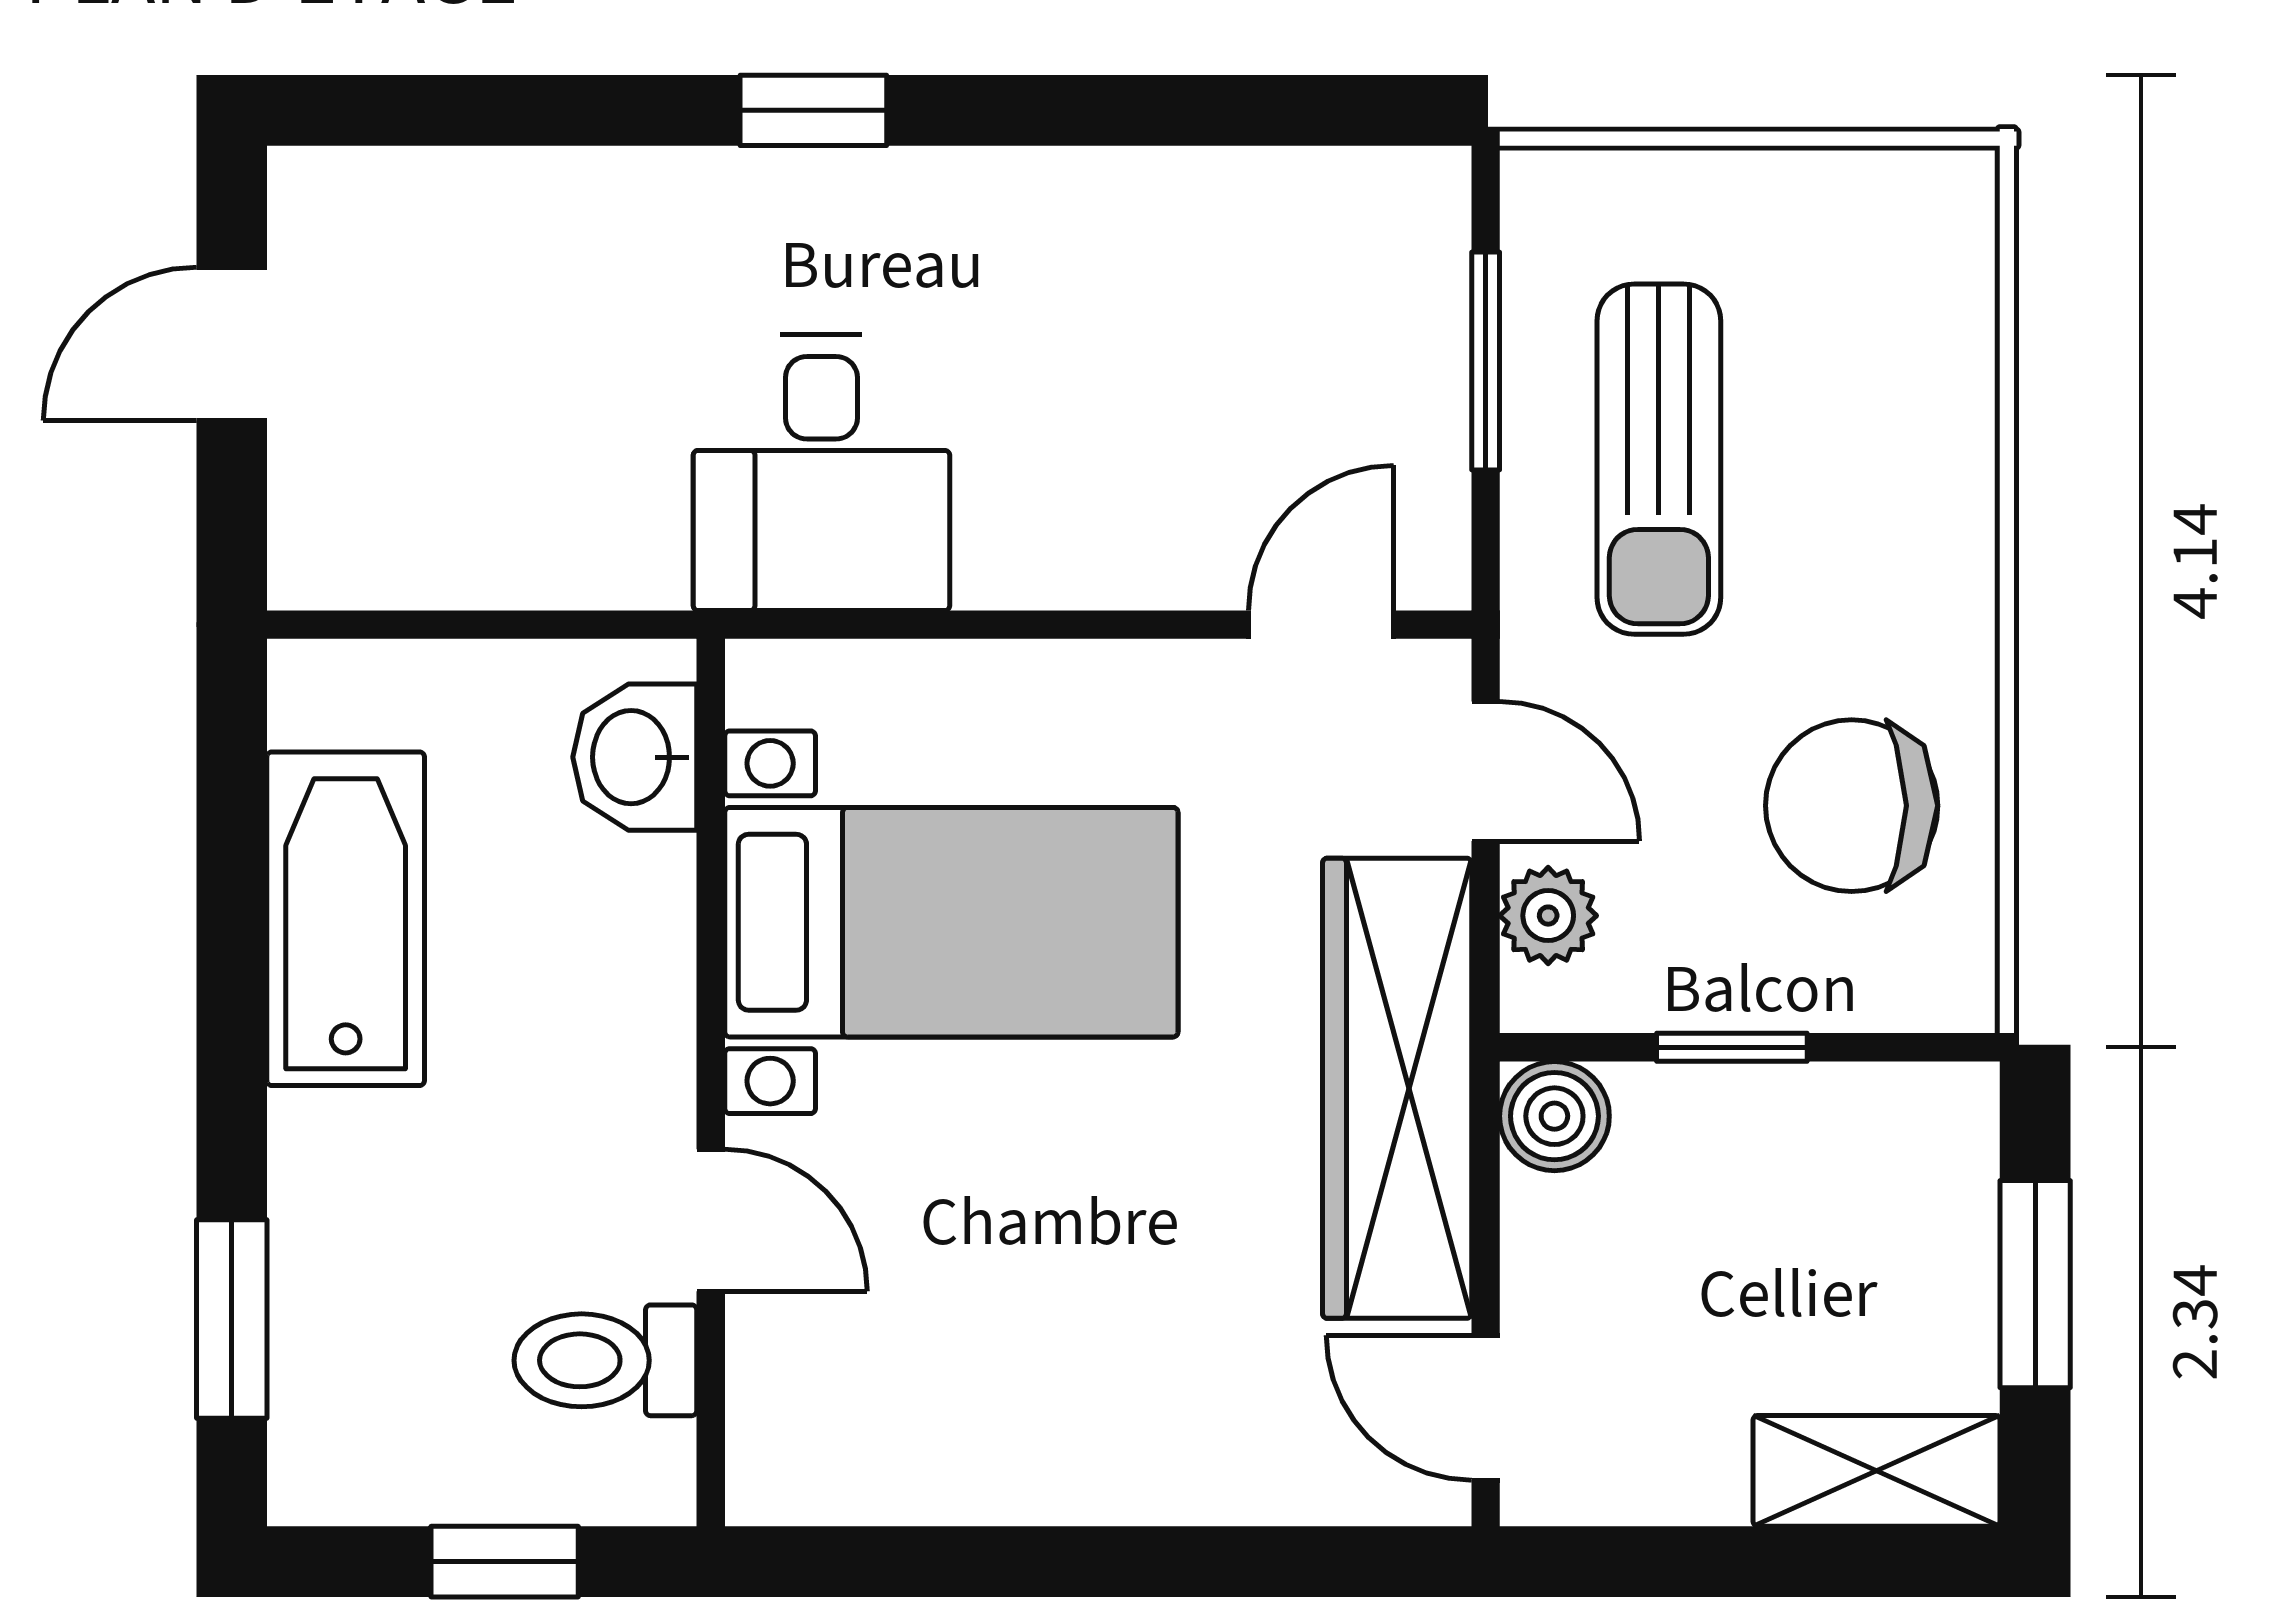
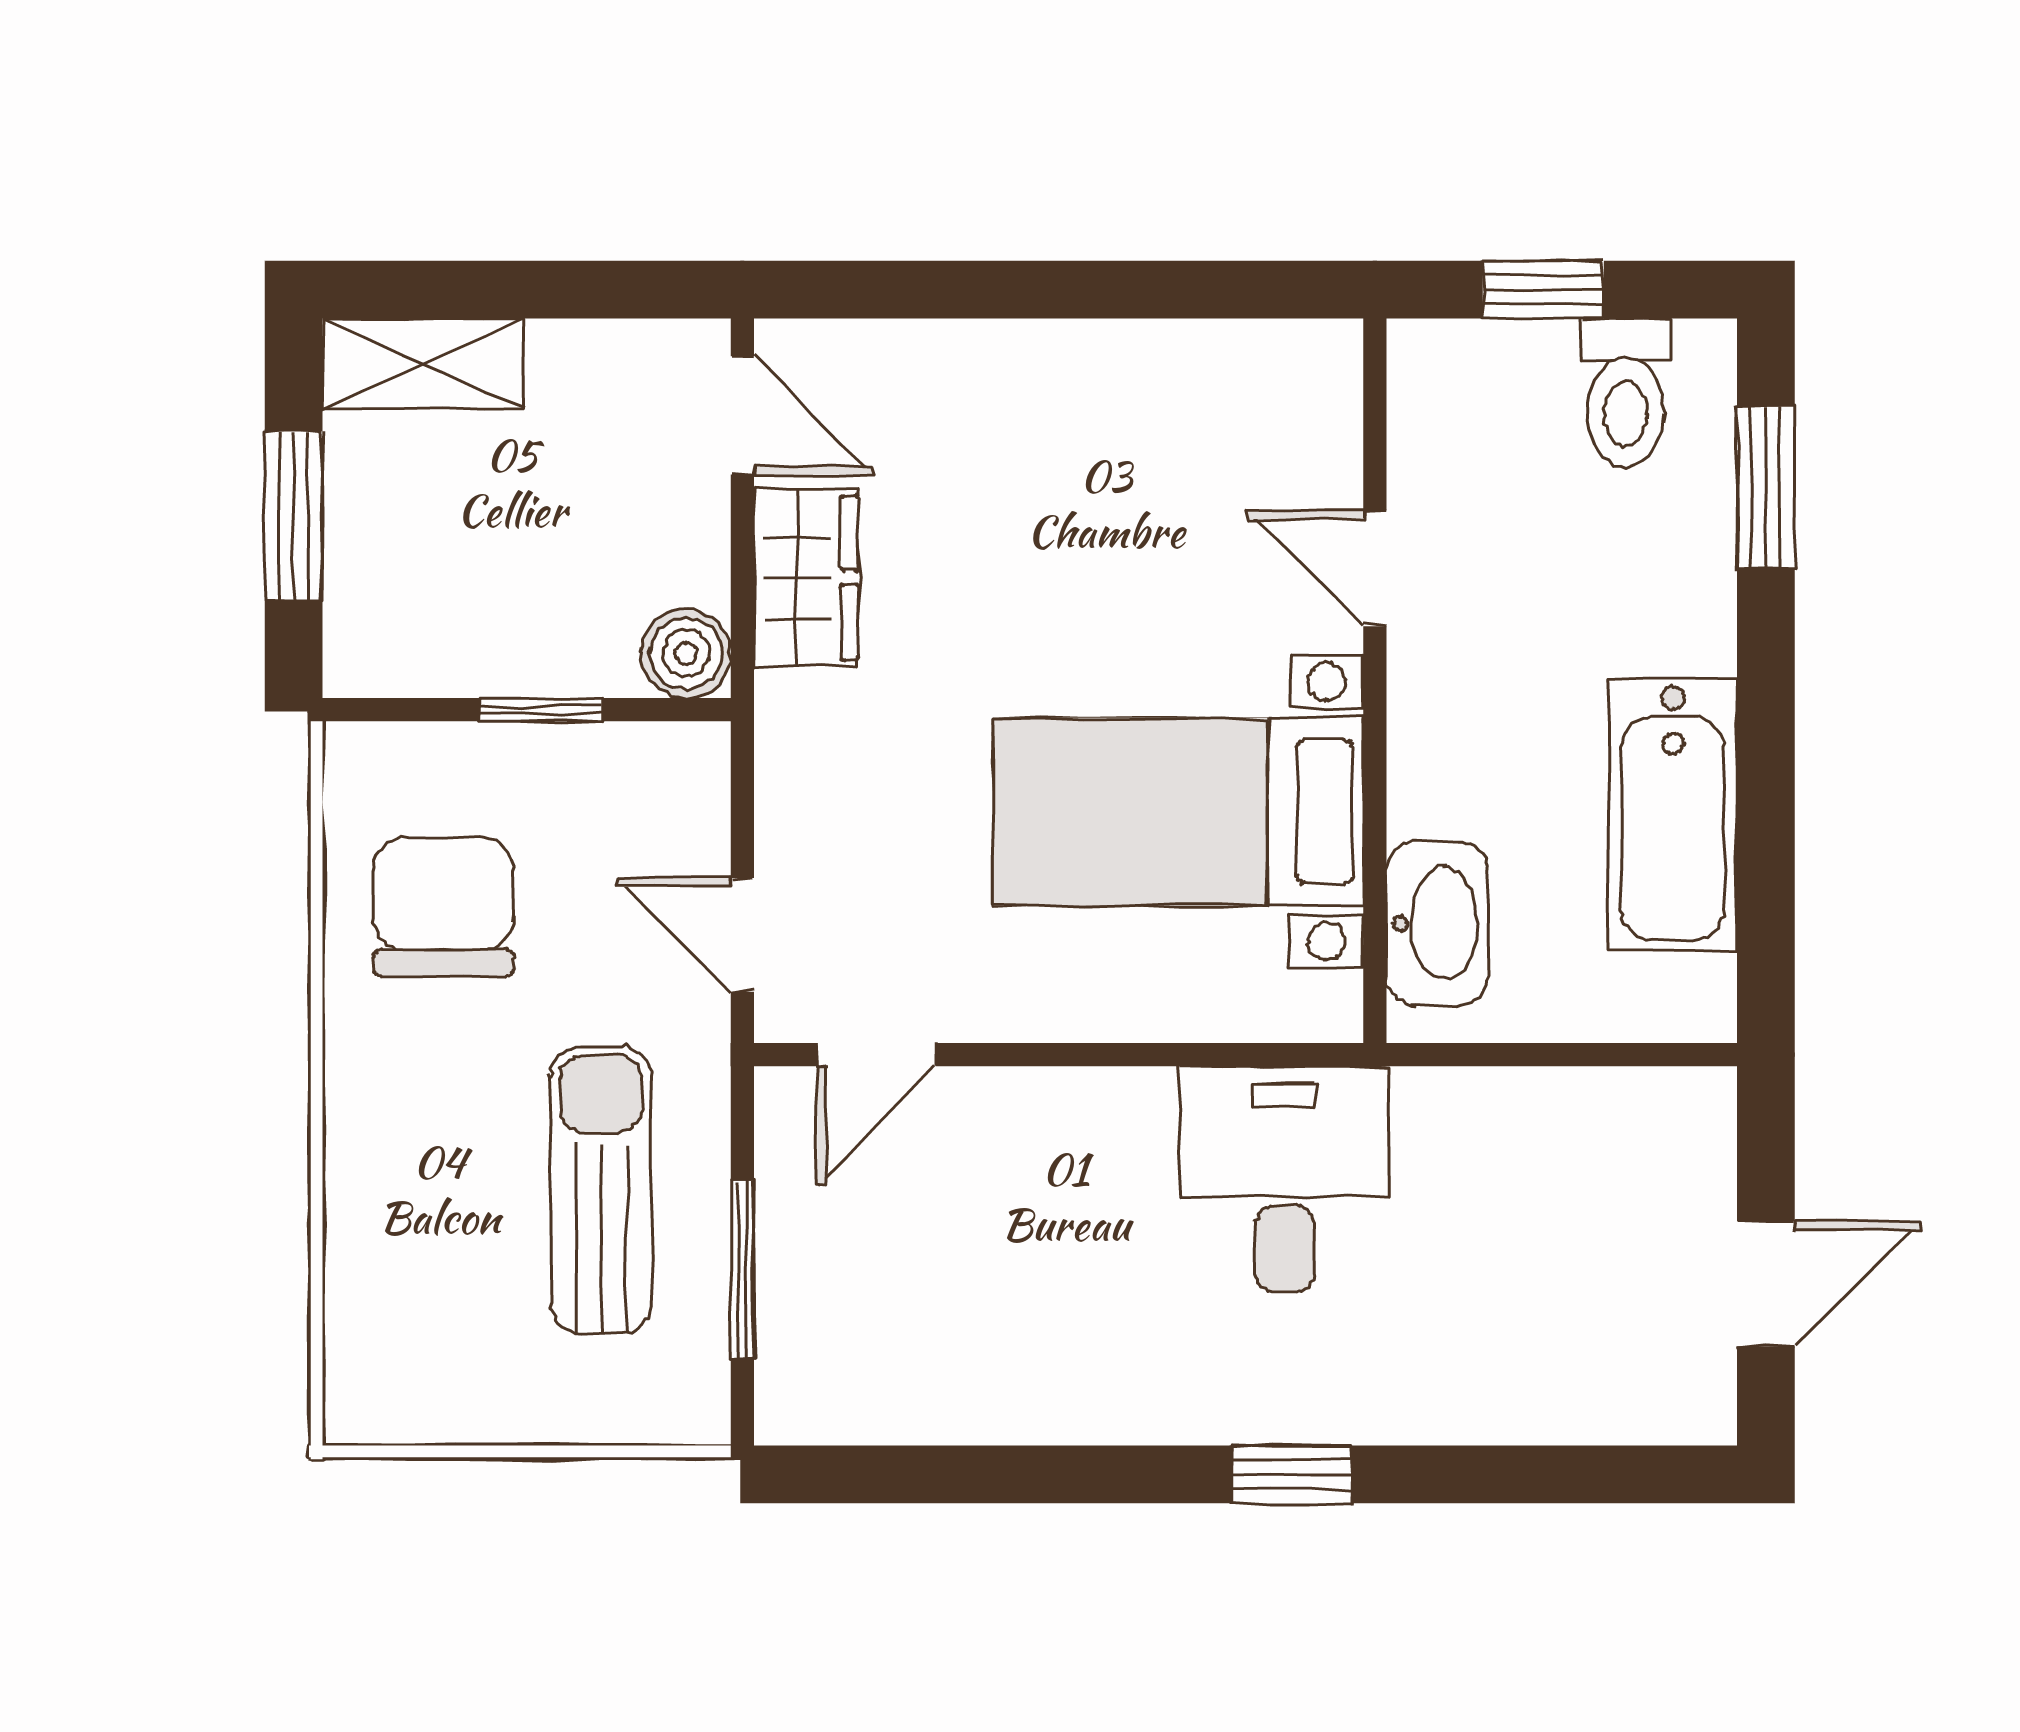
washbasin: (635, 757) -> (1437, 924), width x1.38
chair: (1852, 806) -> (443, 907), turned -90
plant: (1548, 916) -> (691, 817), removed
wardrobe: (1397, 1088) -> (806, 578), width x0.48, depth x0.85
toilet: (605, 1360) -> (1626, 393), moved, turned 90

